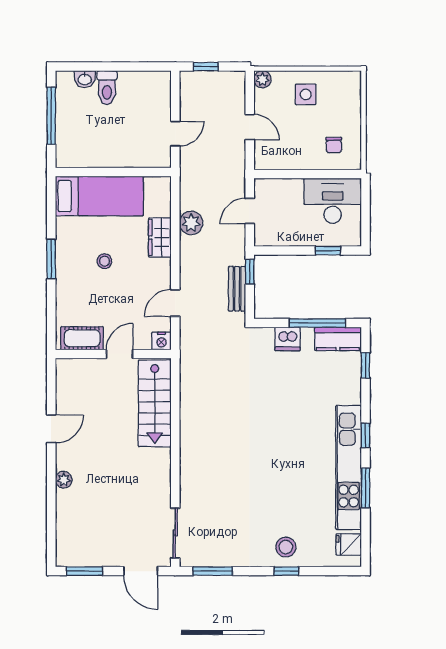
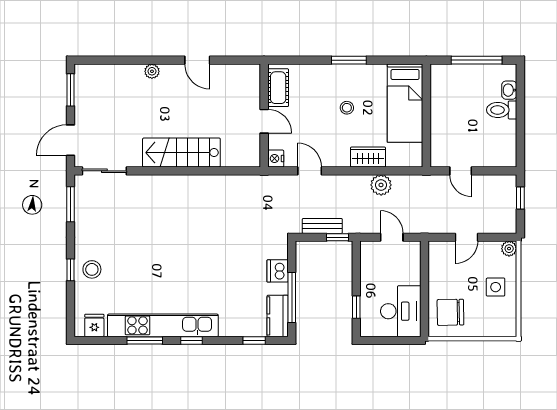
chair: (334, 145) -> (450, 312), width x1.87, depth x1.87
stairs: (155, 403) -> (181, 153), moved

